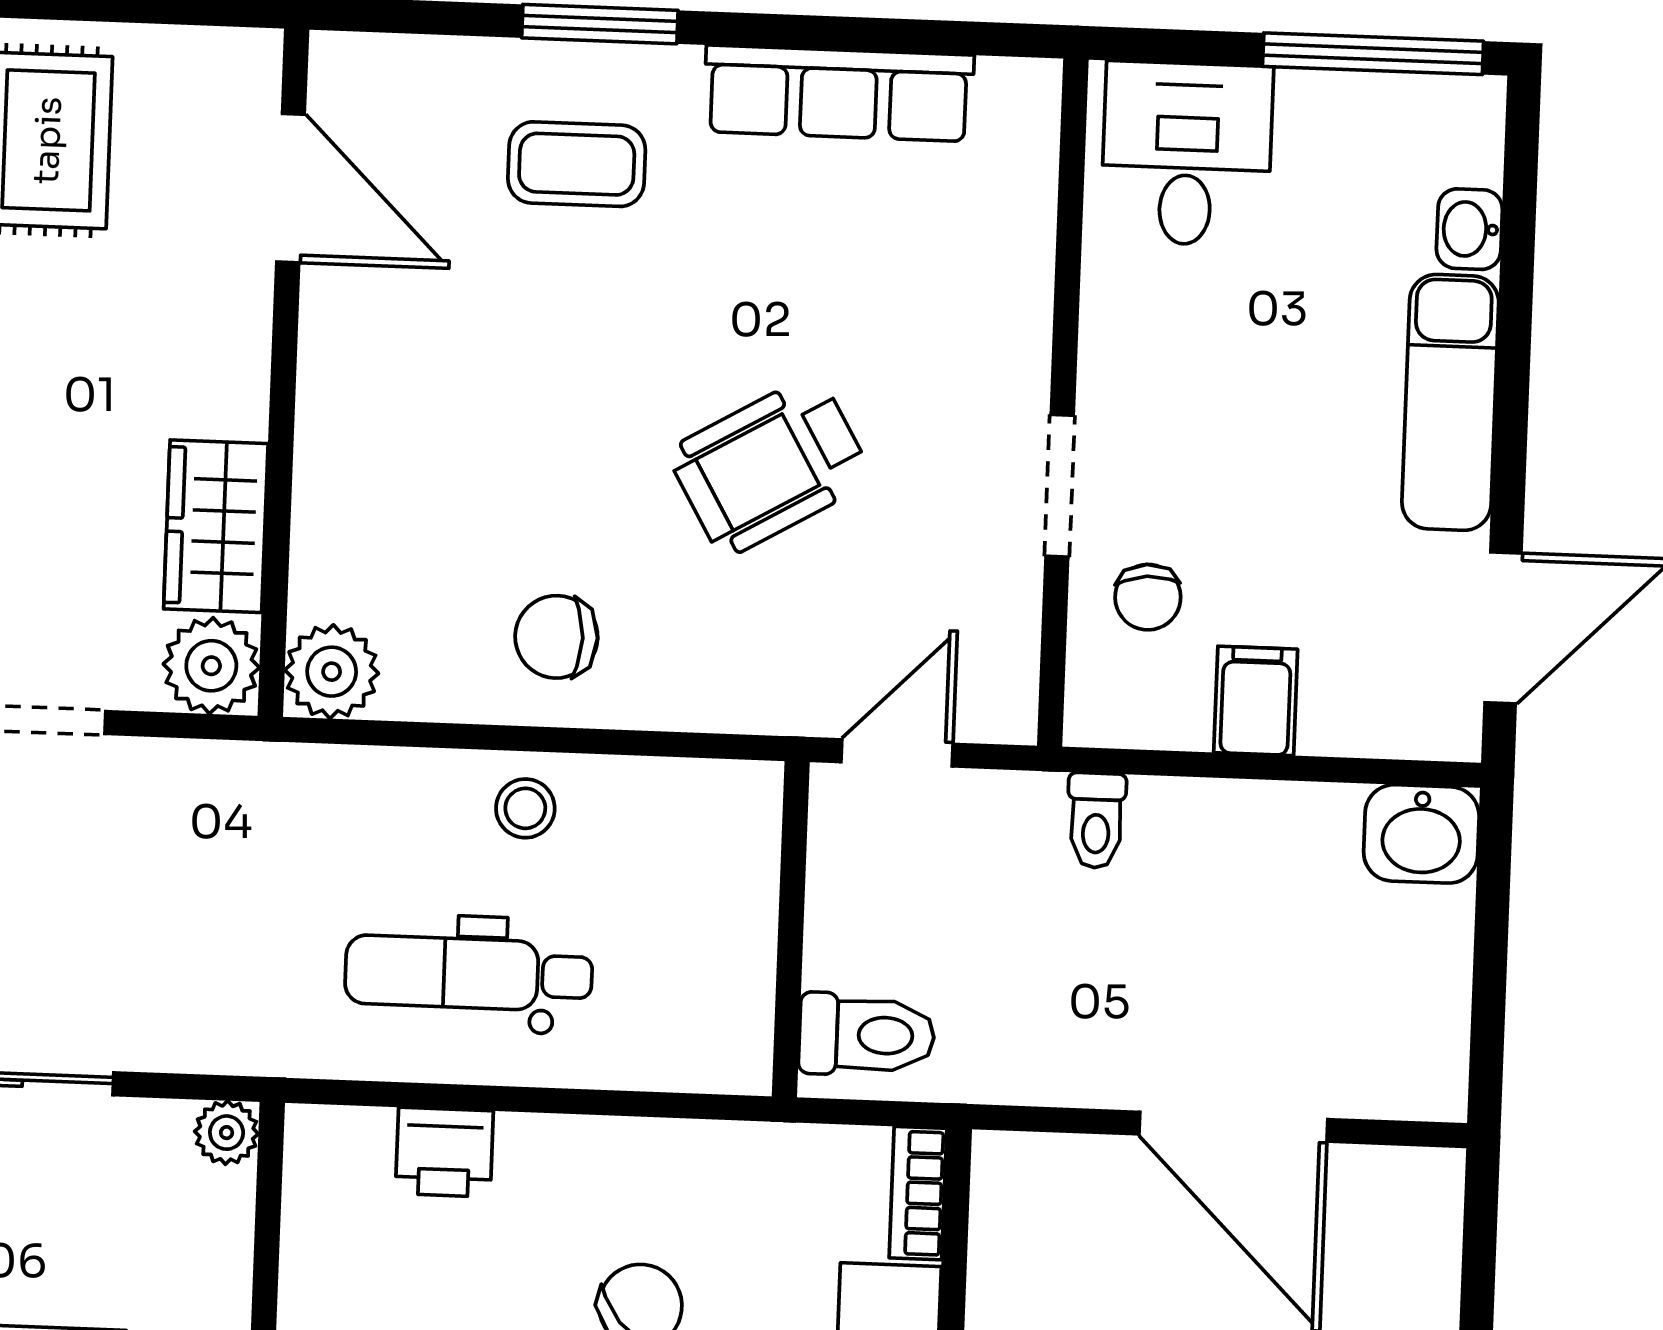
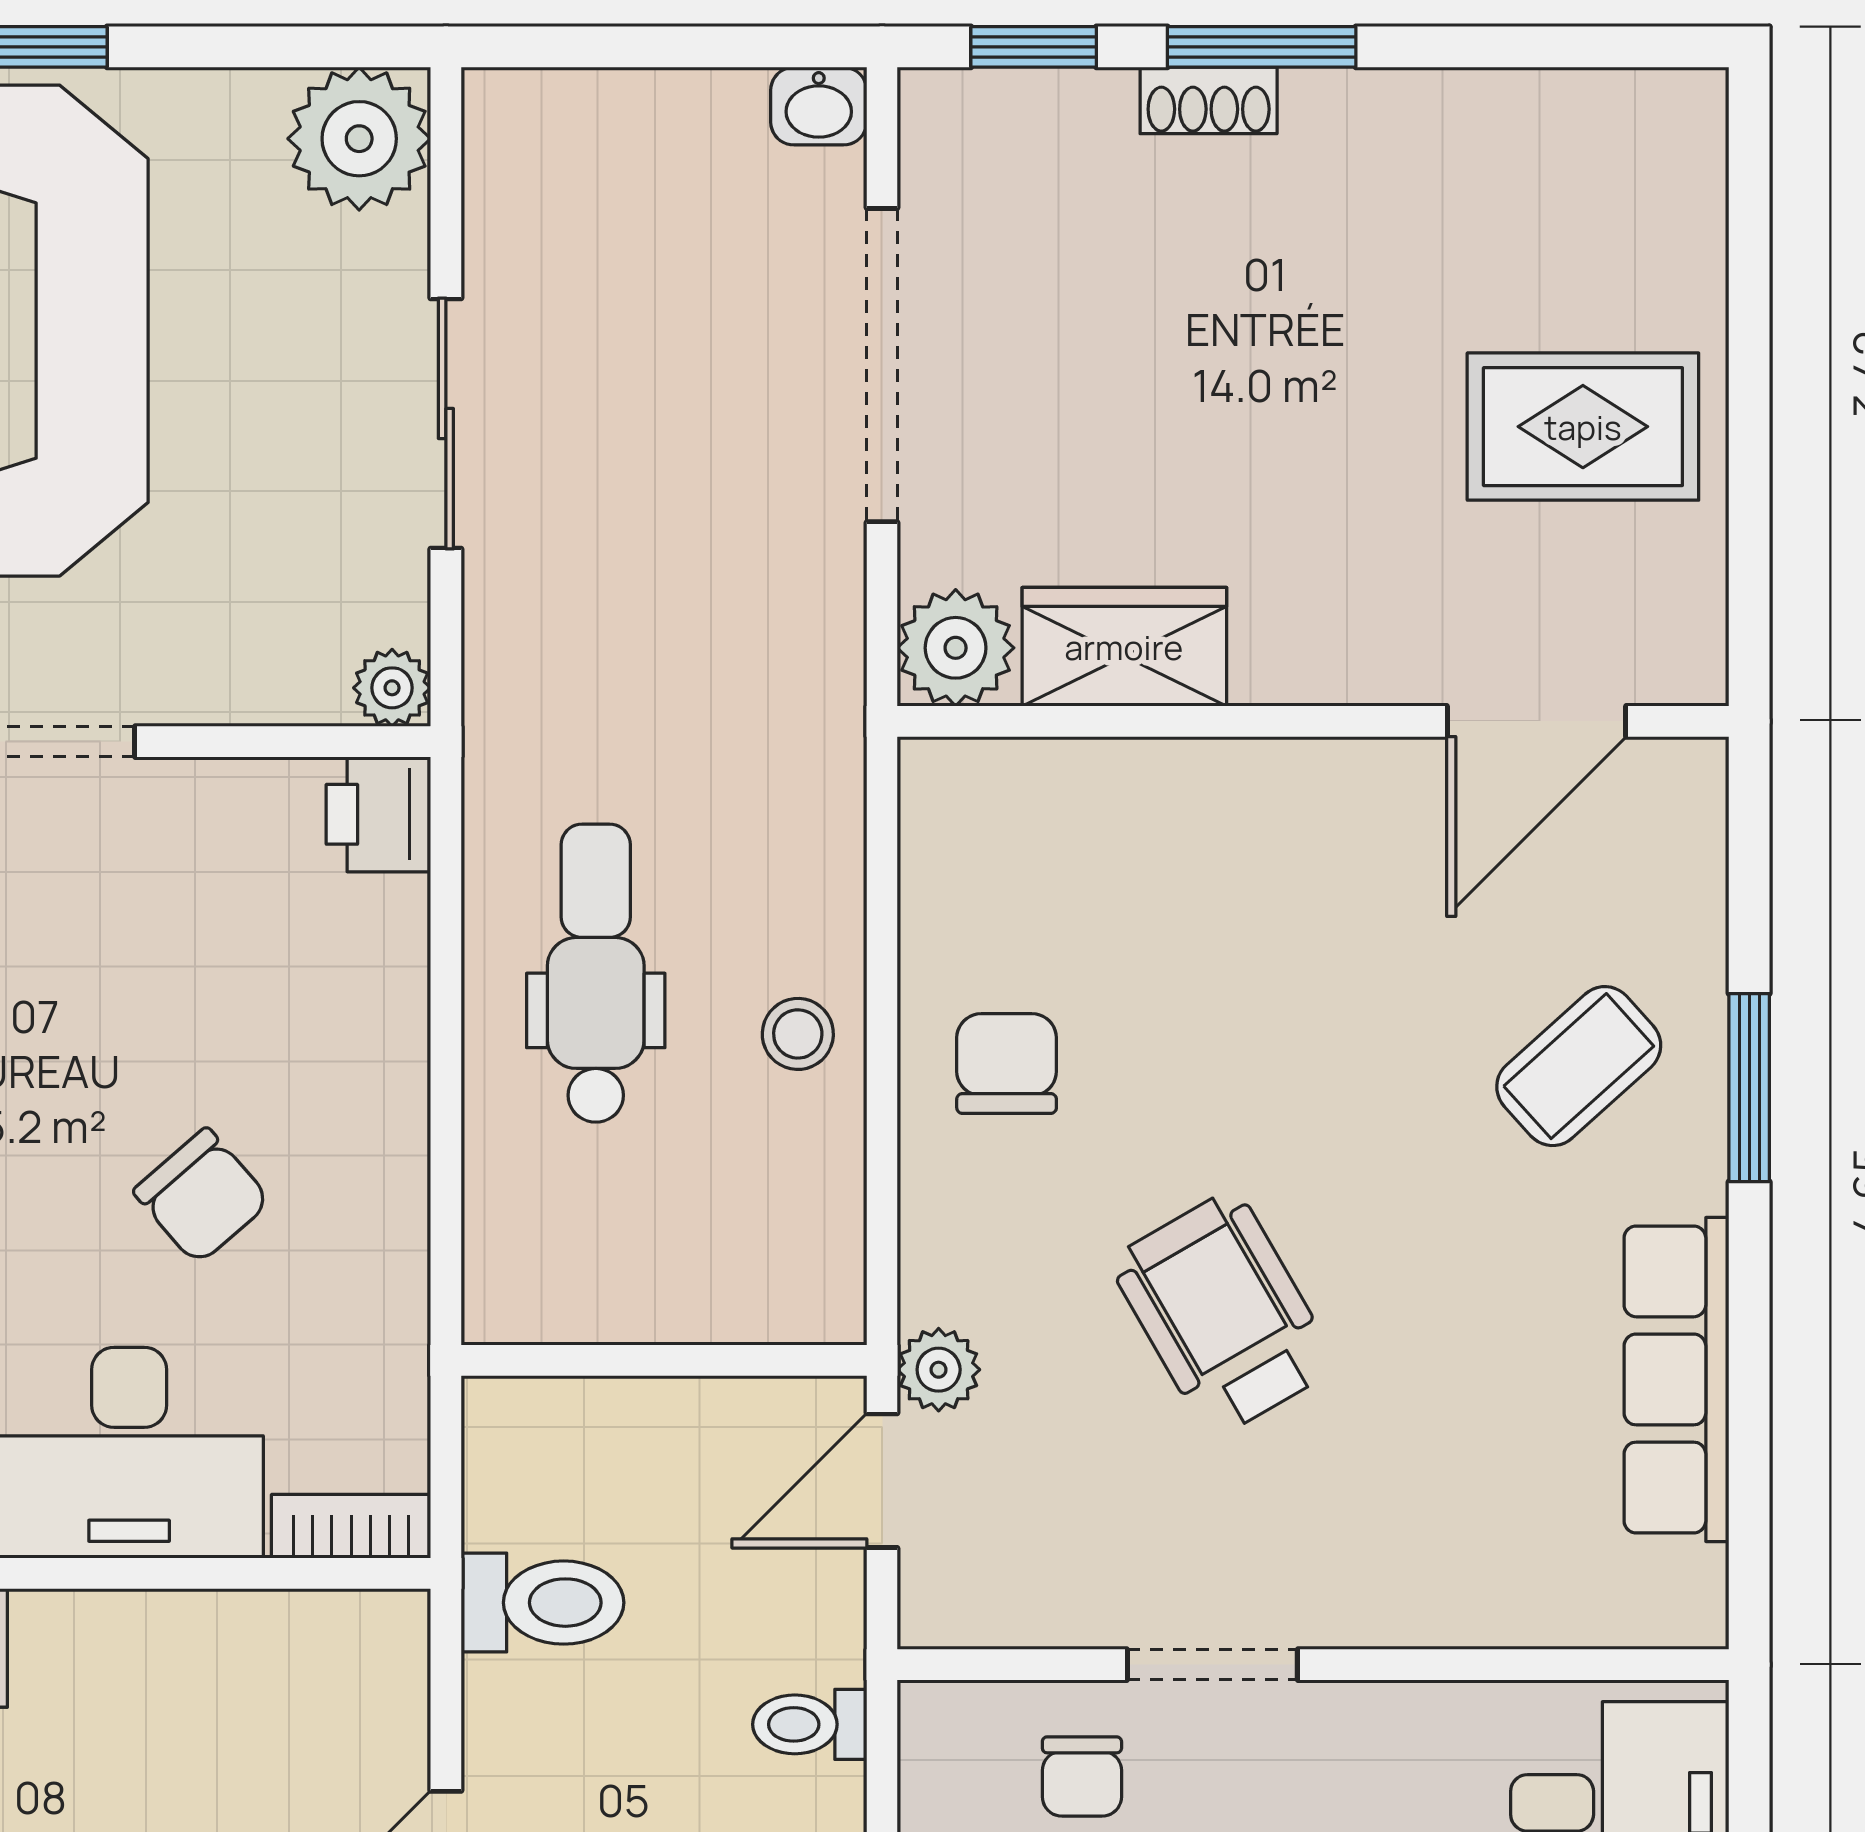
coffee table: (577, 164) -> (1579, 1066), turned 48
chair: (1148, 597) -> (1082, 1777), turned -86
plant: (332, 672) -> (939, 1370), moved, width x0.73, depth x0.73
door: (897, 753) -> (882, 1481), swing flipped
toilet: (867, 1035) -> (542, 1603), moved, turned -90
printer: (444, 1152) -> (378, 814), moved

